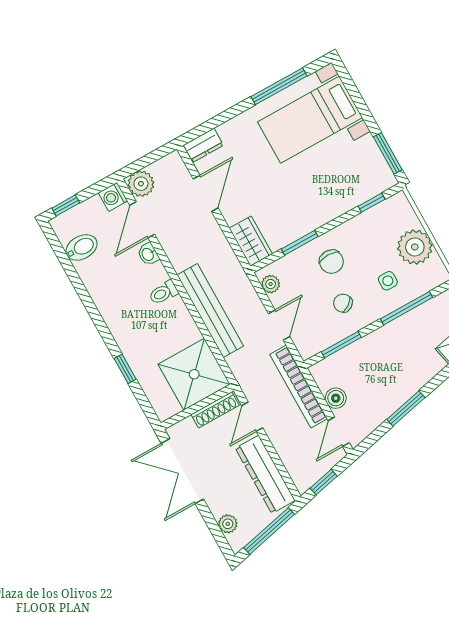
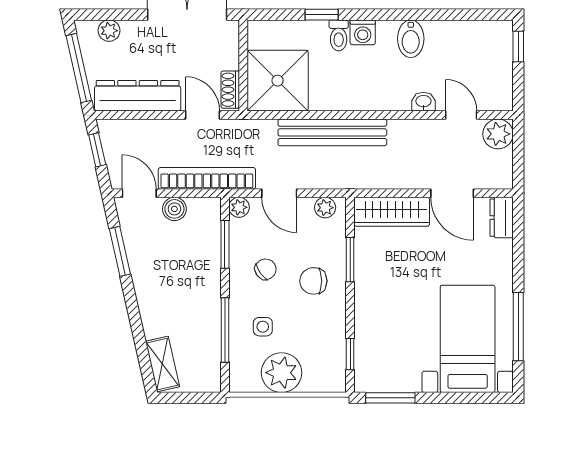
washing machine: (113, 197) -> (363, 32), moved, turned 180
door: (142, 220) -> (461, 115), width x0.73
wardrobe: (251, 241) -> (392, 212), width x1.50
bidet: (81, 247) -> (411, 39), moved
toilet: (163, 293) -> (339, 35), moved, turned 180
plant: (307, 350) -> (239, 207), added
window: (406, 409) -> (120, 251), moved
shoe rack: (215, 410) -> (230, 90), width x0.70

